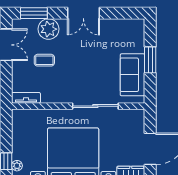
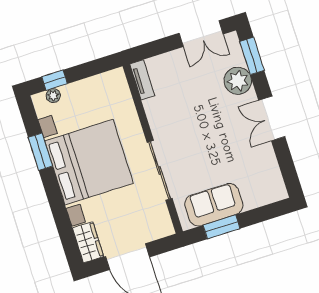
coffee table: (44, 60) -> (197, 88), removed
window: (150, 60) -> (222, 227), moved

